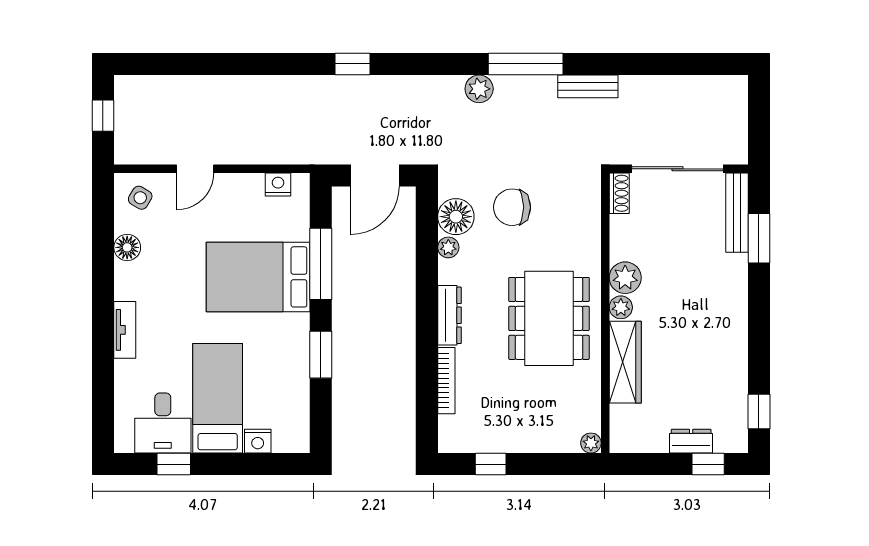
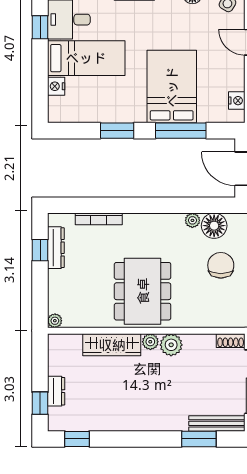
dresser: (449, 315) -> (56, 248), moved, turned -90
dining table: (549, 318) -> (143, 291), turned 90

